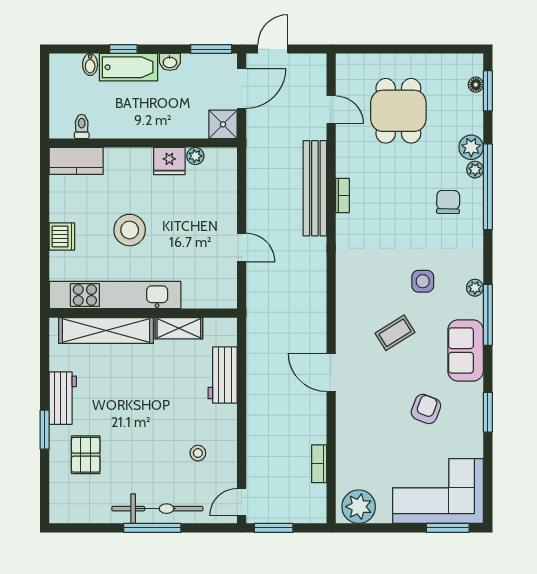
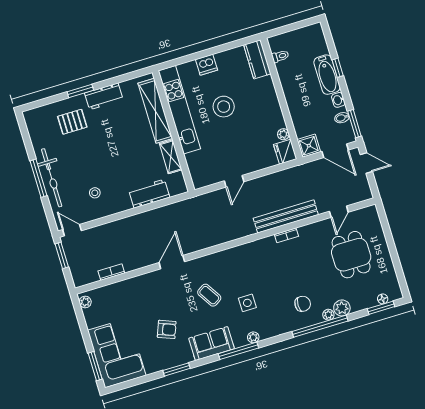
bidet: (90, 64) -> (342, 118), moved
dining table: (398, 111) -> (351, 255), turned 90
fridge: (169, 161) -> (285, 152), moved
plant: (359, 507) -> (85, 302), width x0.53, depth x0.53

